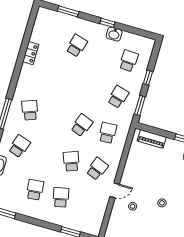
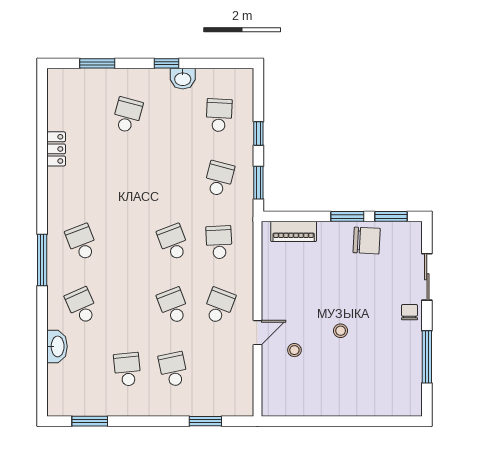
school desk: (82, 125) -> (173, 242), turned -42
school desk: (19, 146) -> (82, 306), turned -42

